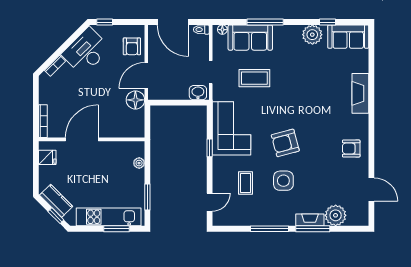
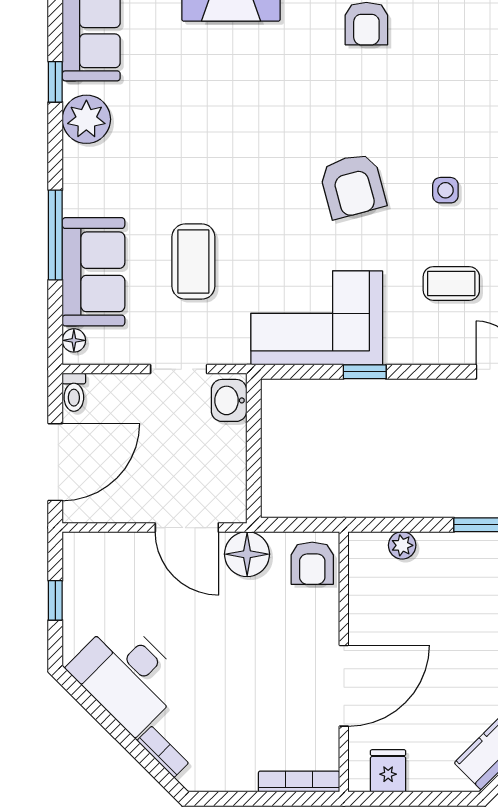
window: (105, 22) -> (55, 600), moved
armchair: (132, 46) -> (312, 563), moved, turned 90
door: (82, 139) -> (344, 686), swing flipped
side table: (283, 181) -> (445, 190), width x0.54, depth x0.54

